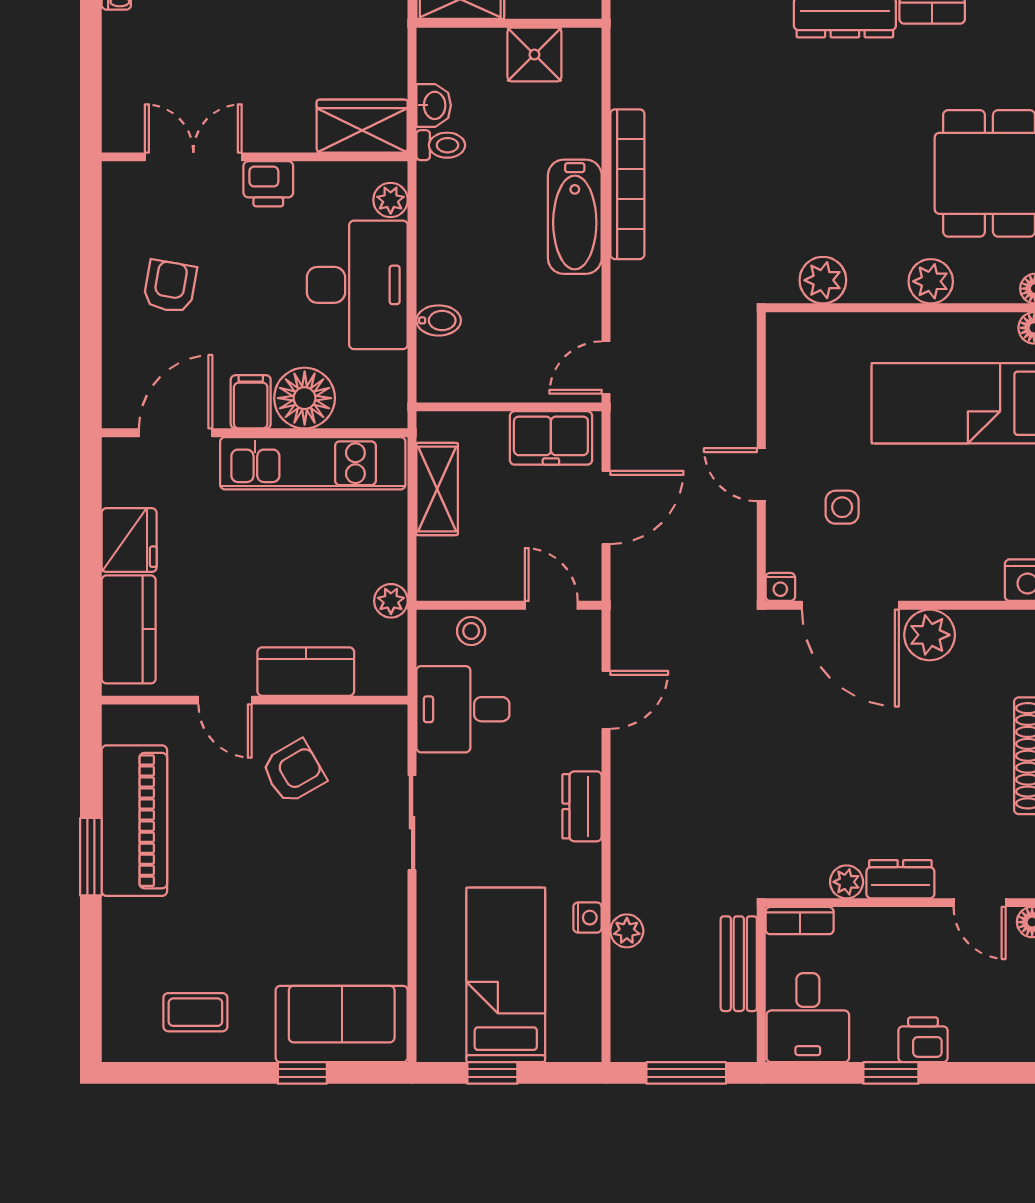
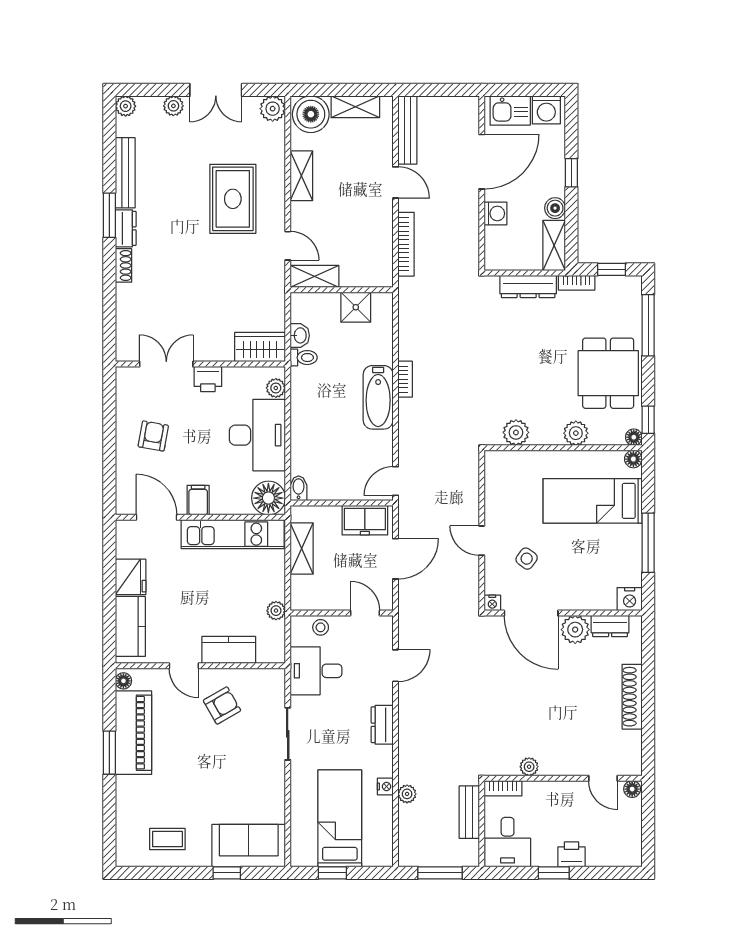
bookcase: (627, 184) -> (405, 379), width x0.43, depth x0.76
bidet: (439, 320) -> (299, 488), moved, turned -90
floor lamp: (305, 398) -> (268, 498), moved
door: (176, 433) -> (156, 517), hinge flipped
side table: (842, 507) -> (527, 559), turned 37
floor lamp: (116, 727) -> (123, 681), added
dresser: (900, 879) -> (610, 626), moved, turned 180

